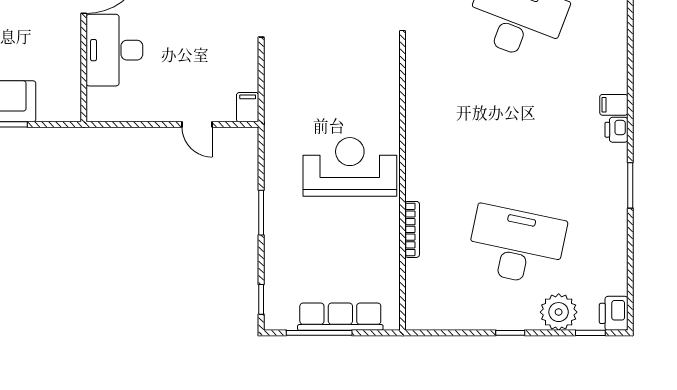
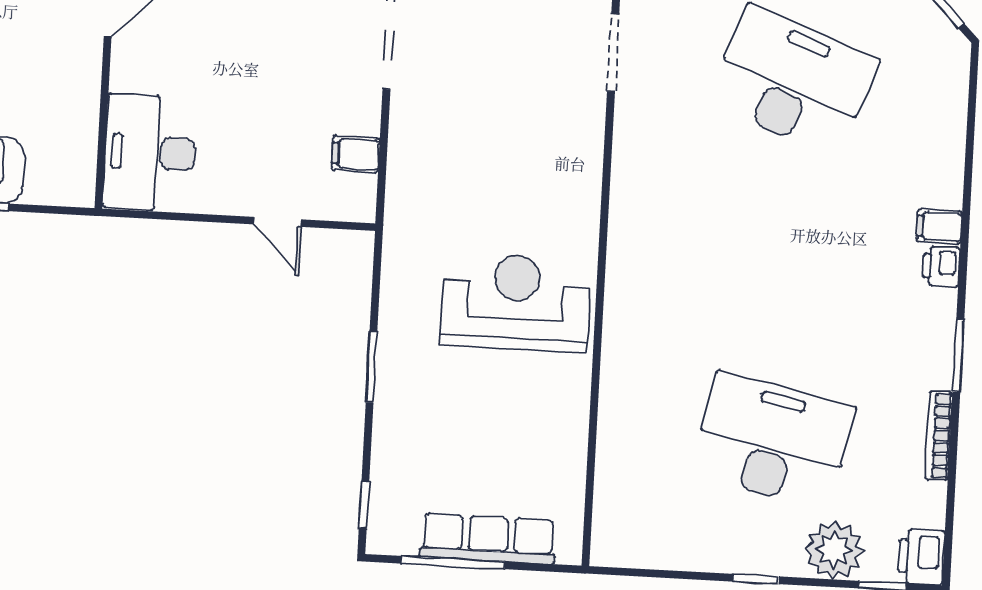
desk: (114, 50) -> (150, 153), moved
filing cabinet: (248, 107) -> (356, 154), moved, turned -90
bookcase: (412, 229) -> (939, 436), moved, turned 180

